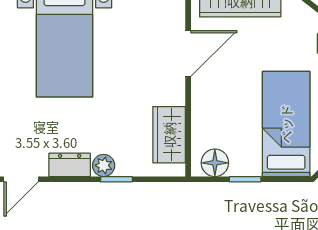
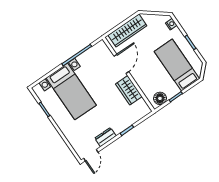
wardrobe: (169, 135) -> (129, 90), moved
plant: (104, 165) -> (118, 128), removed

